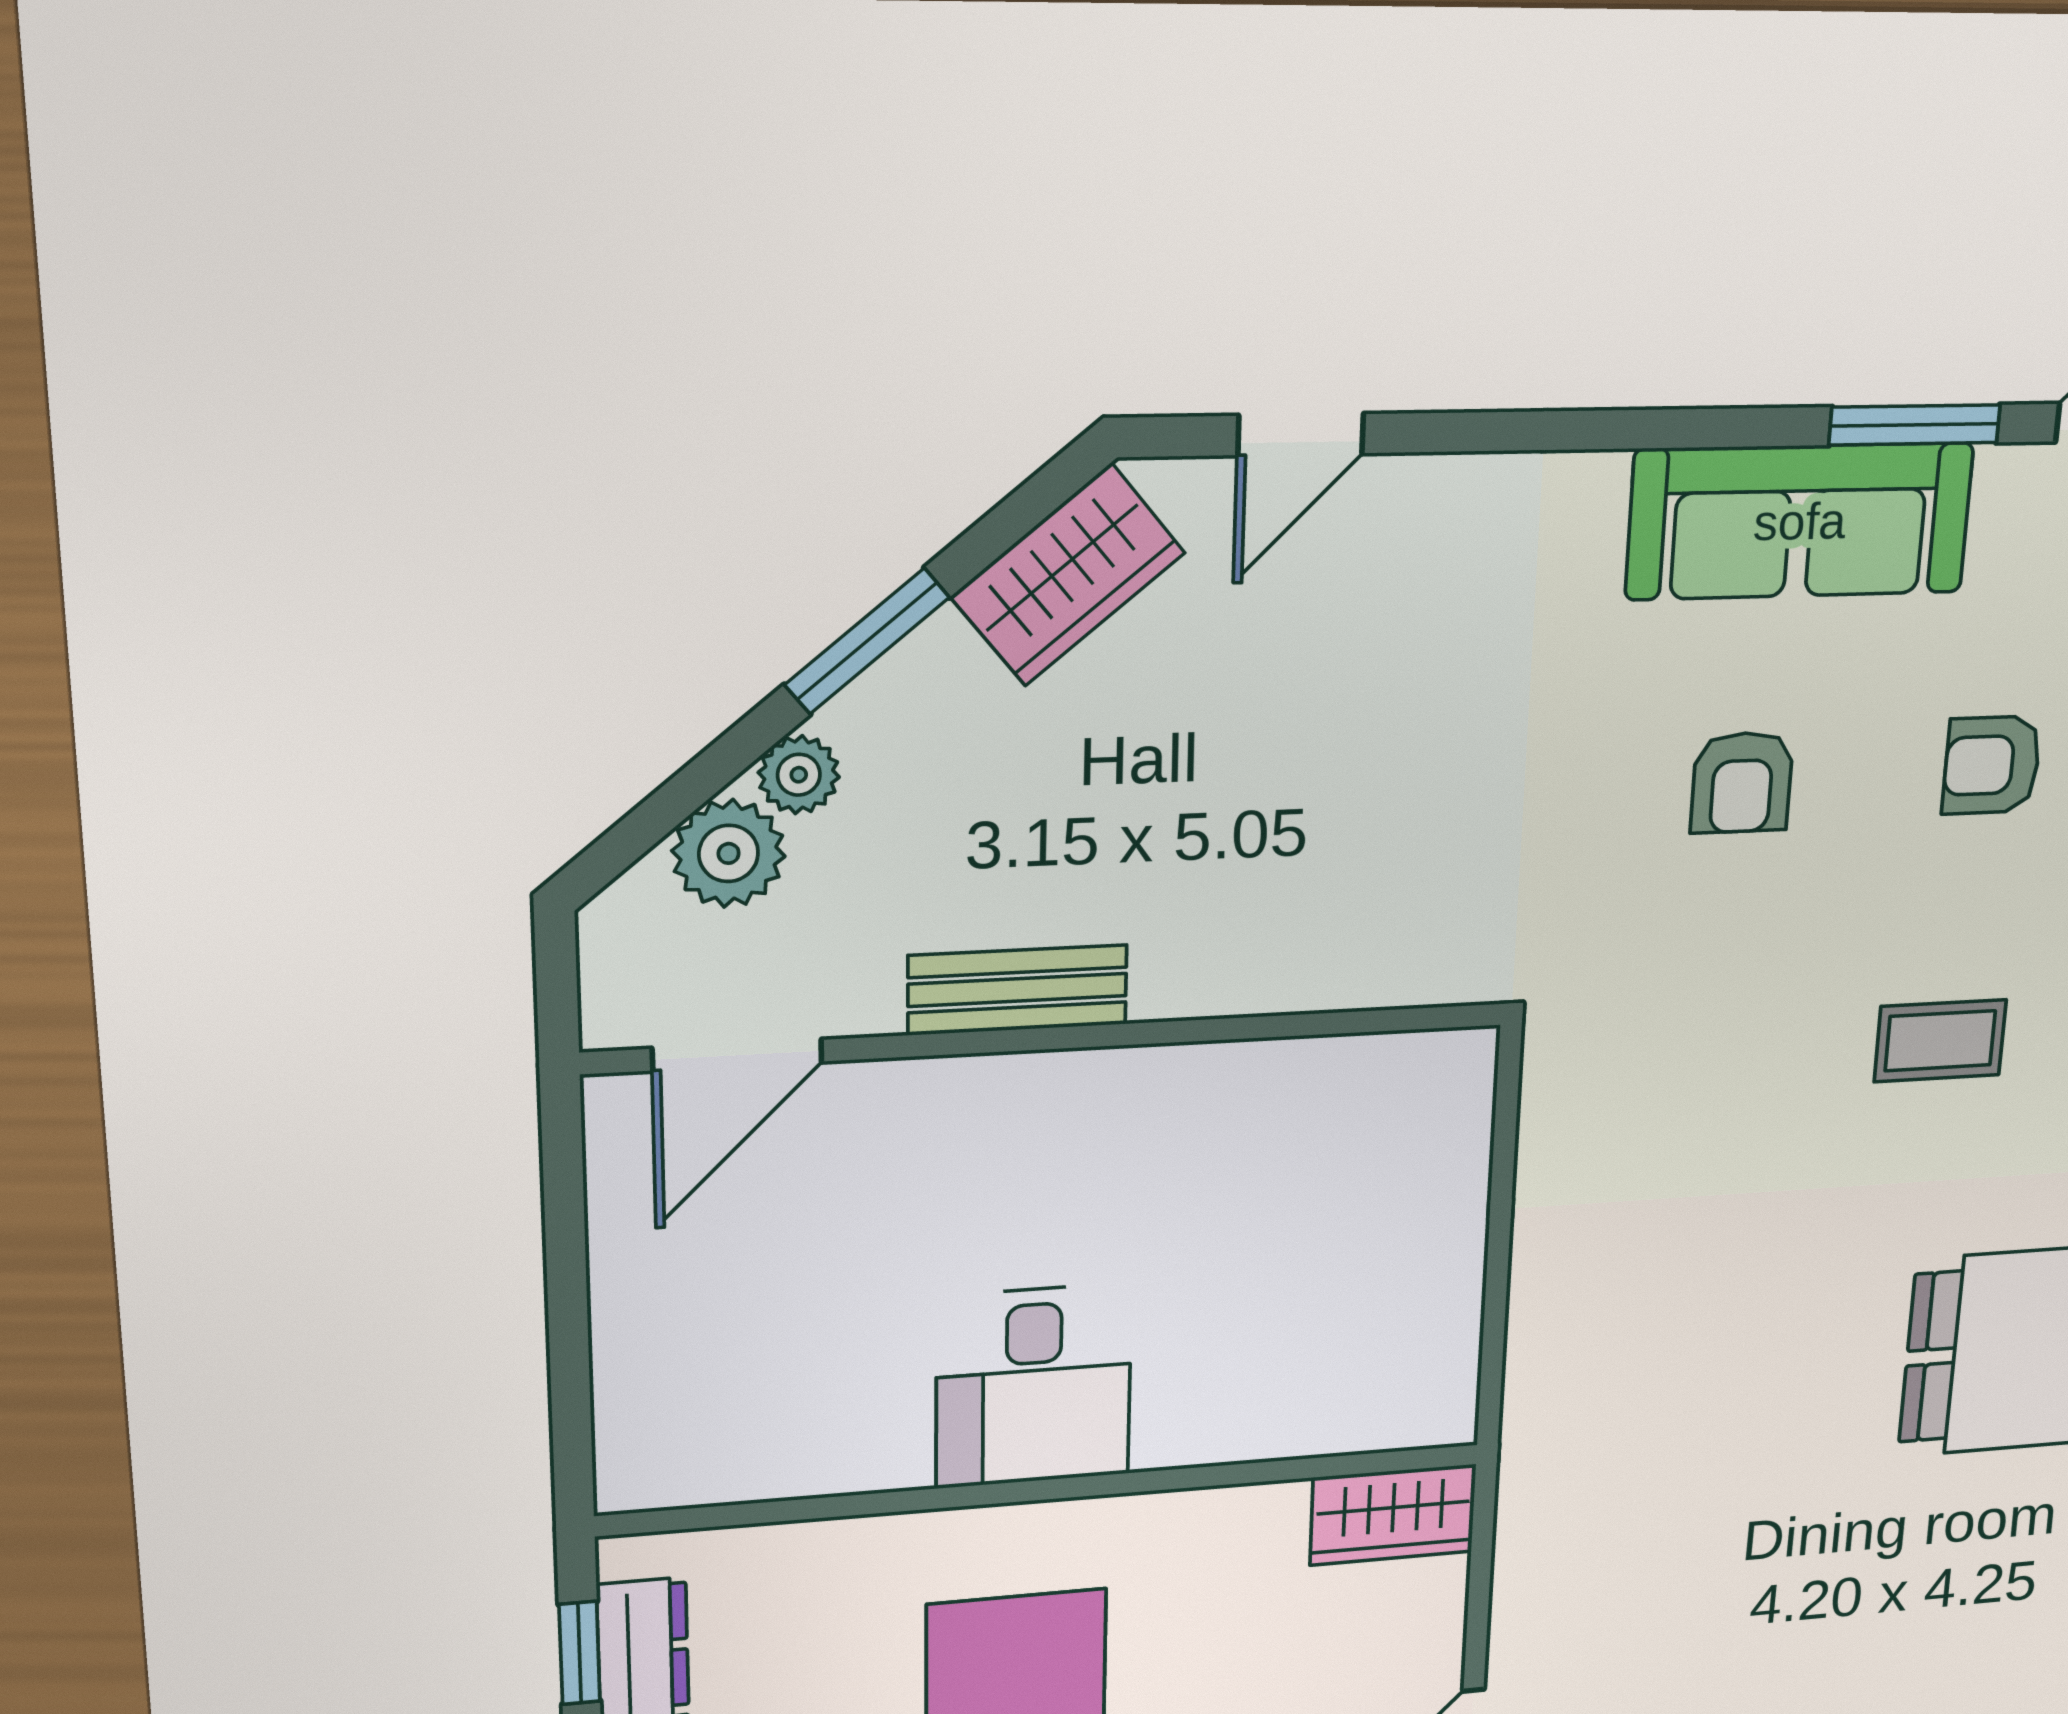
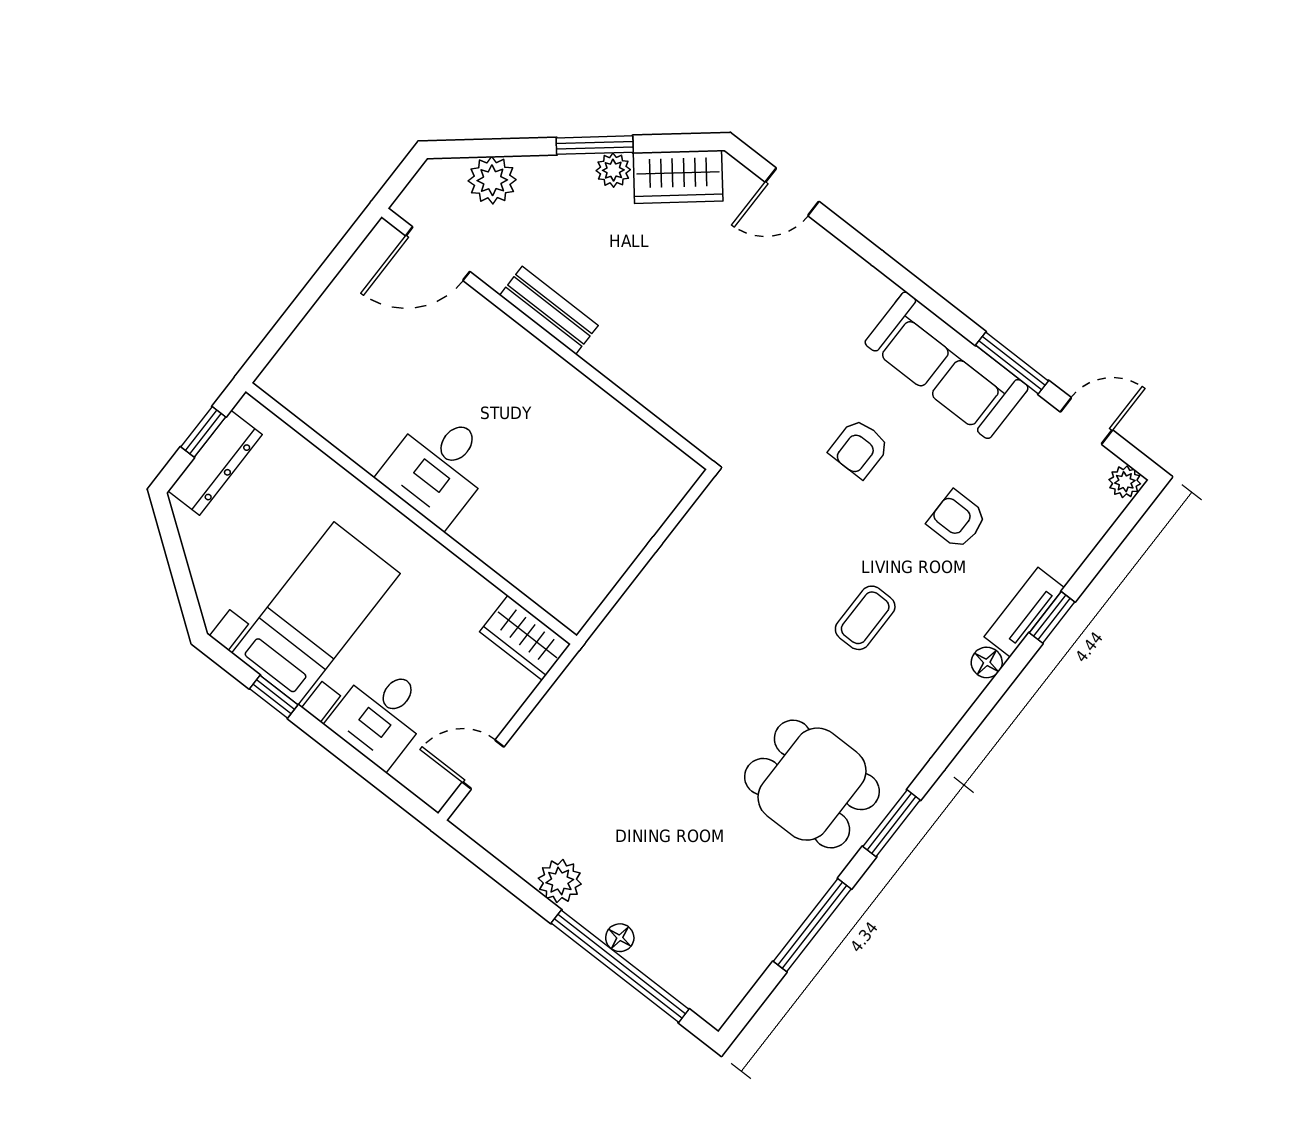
plant: (799, 775) -> (613, 170), moved
coffee table: (1940, 1041) -> (865, 618), turned 90

